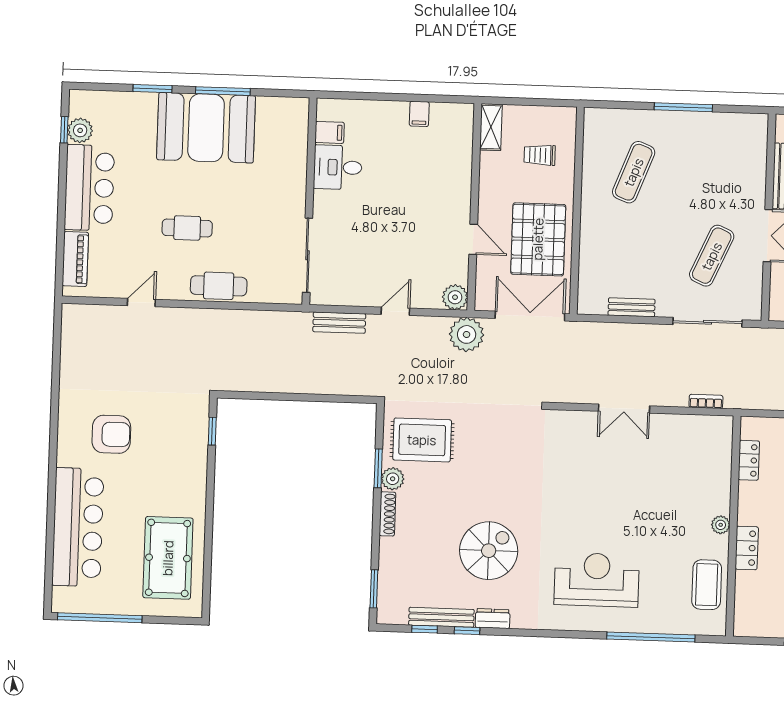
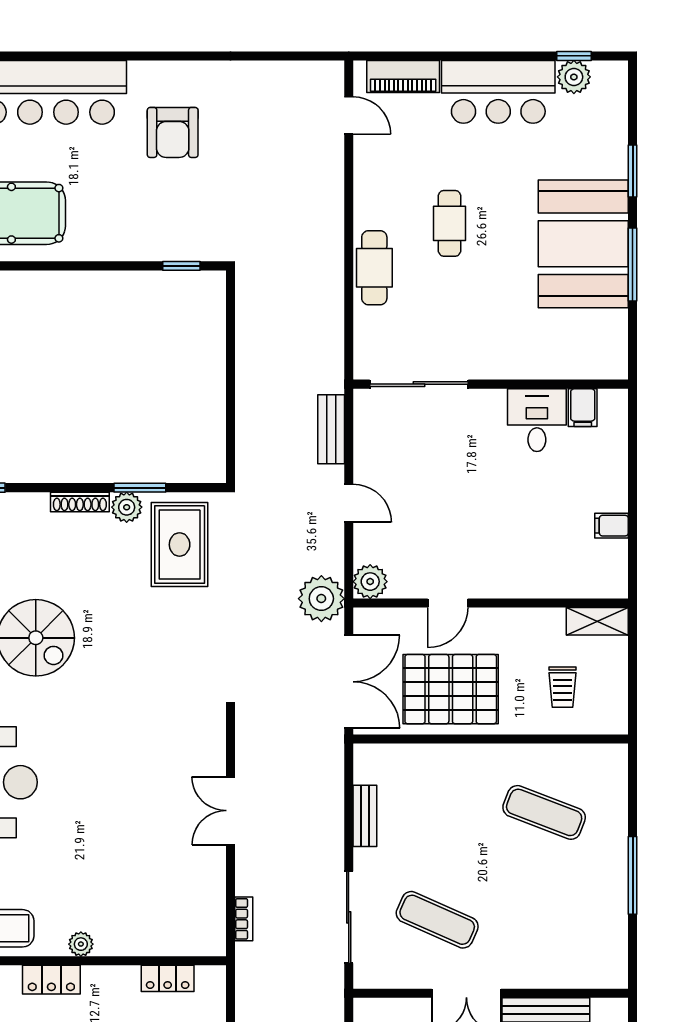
trolley: (540, 155) -> (562, 687), turned 180
door: (141, 302) -> (349, 115), moved

